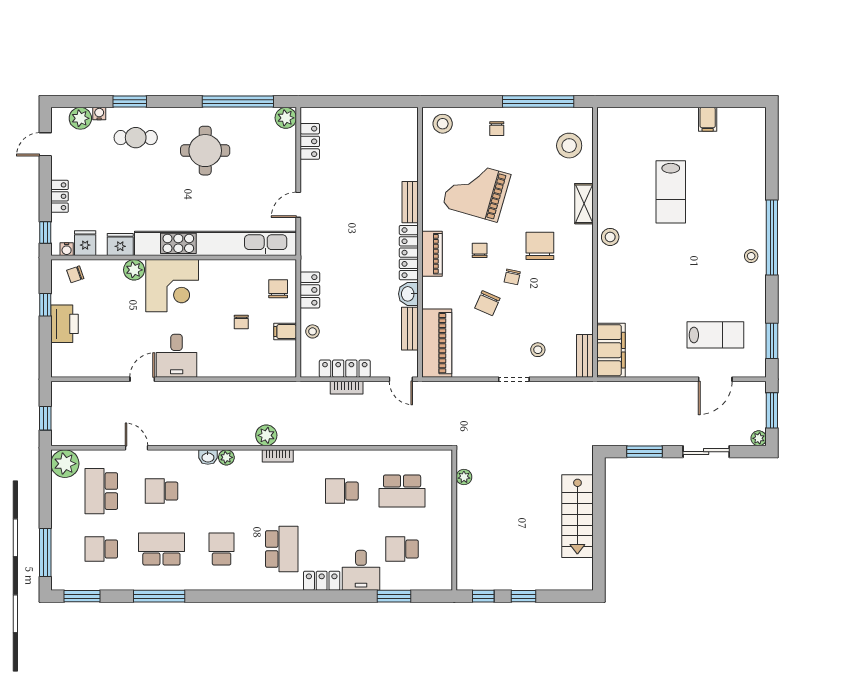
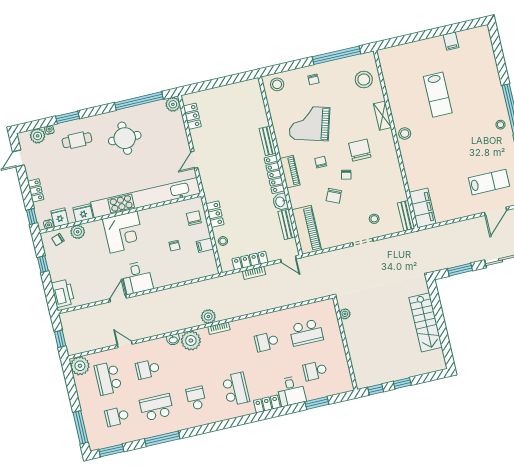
plant: (134, 270) -> (78, 232), moved
printer: (65, 324) -> (63, 293), moved
plant: (226, 457) -> (191, 341), width x1.88, depth x1.88

